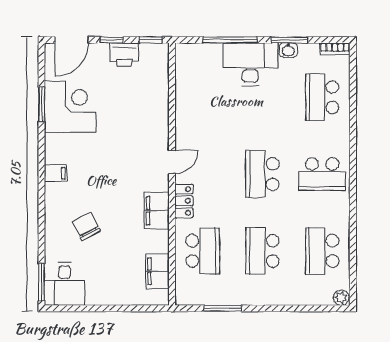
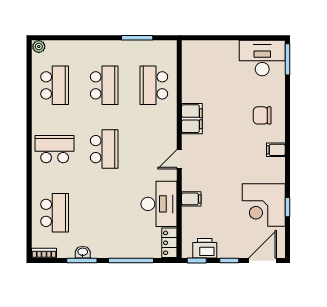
printer: (124, 55) -> (205, 248), moved
desk: (250, 64) -> (159, 204), moved, turned -90
window: (42, 104) -> (287, 207), width x0.67
locker: (184, 201) -> (169, 243), moved
chair: (86, 227) -> (262, 115), moved, turned 118
filing cabinet: (157, 271) -> (191, 199), moved, width x0.50
desk: (65, 284) -> (262, 58), width x1.37

